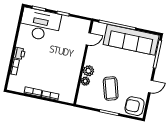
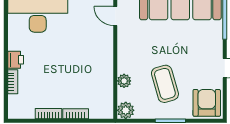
door: (88, 39) -> (115, 16), swing flipped
plant: (88, 71) -> (126, 110), moved
armchair: (135, 106) -> (207, 103), turned 90

